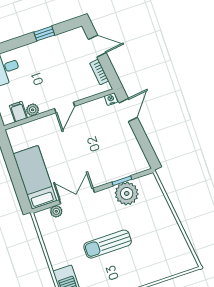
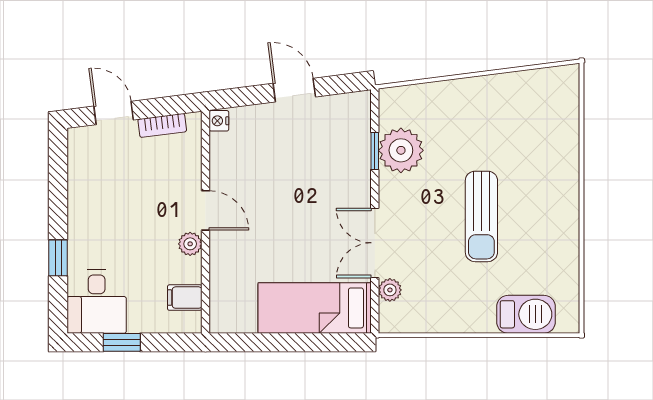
window: (44, 34) -> (58, 258), moved
door: (97, 46) -> (114, 113), hinge flipped
plant: (33, 110) -> (190, 244), moved
door: (128, 110) -> (294, 90), moved

